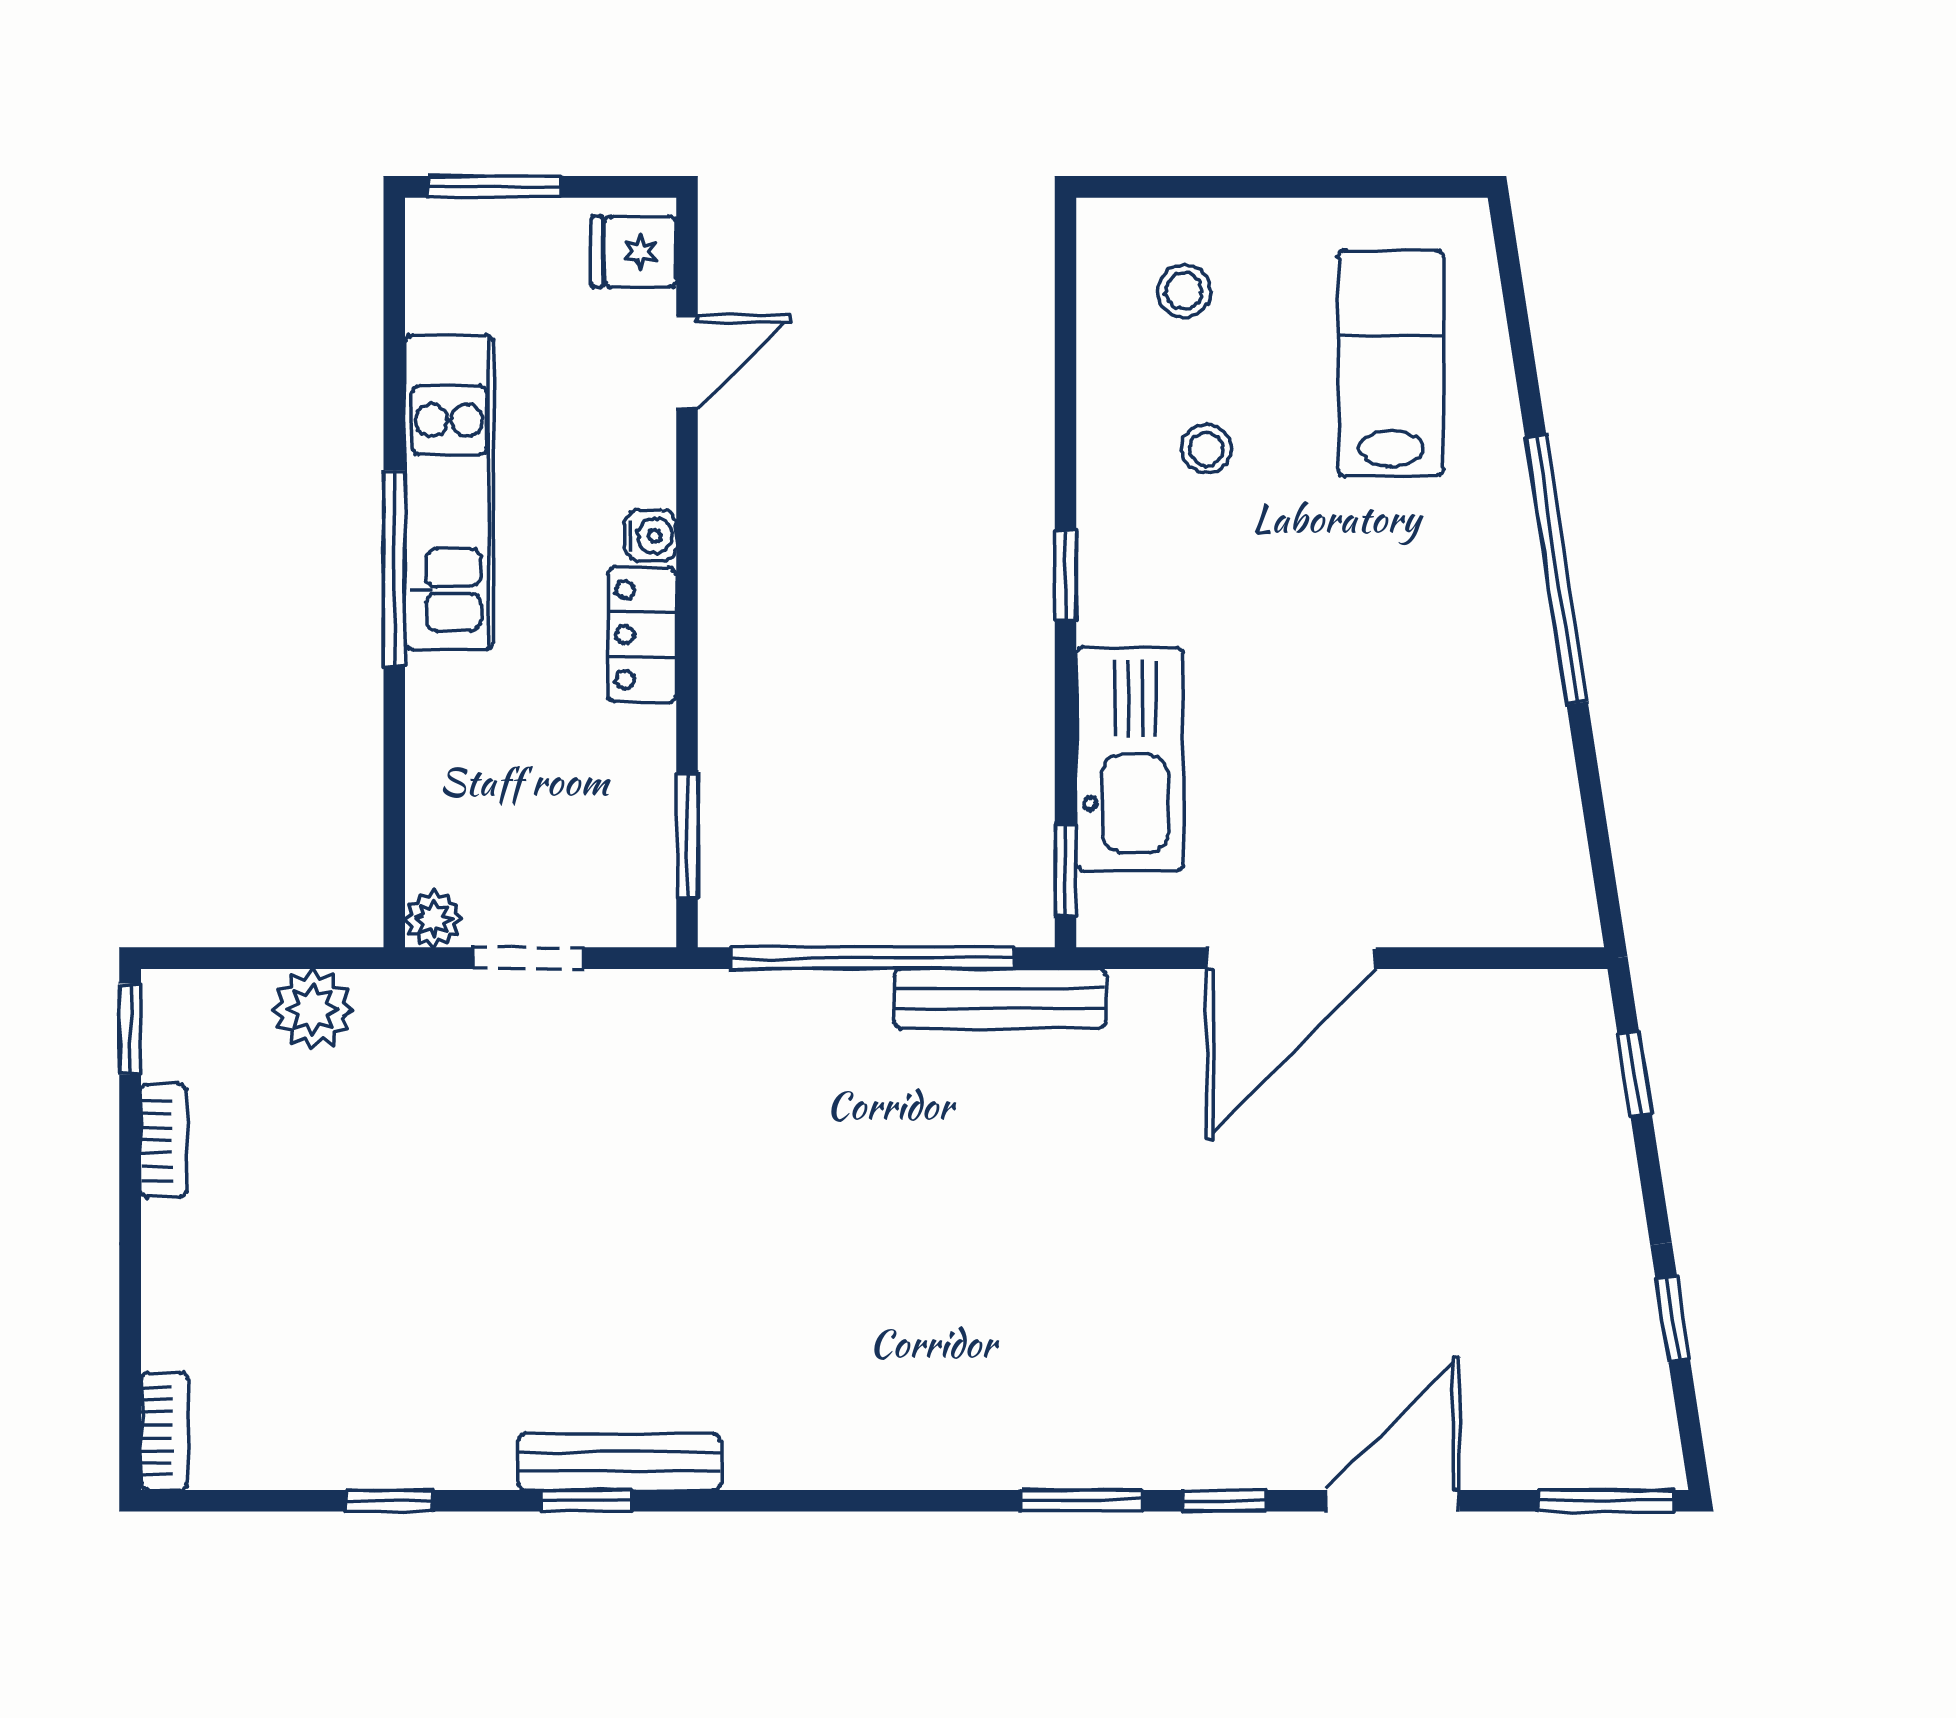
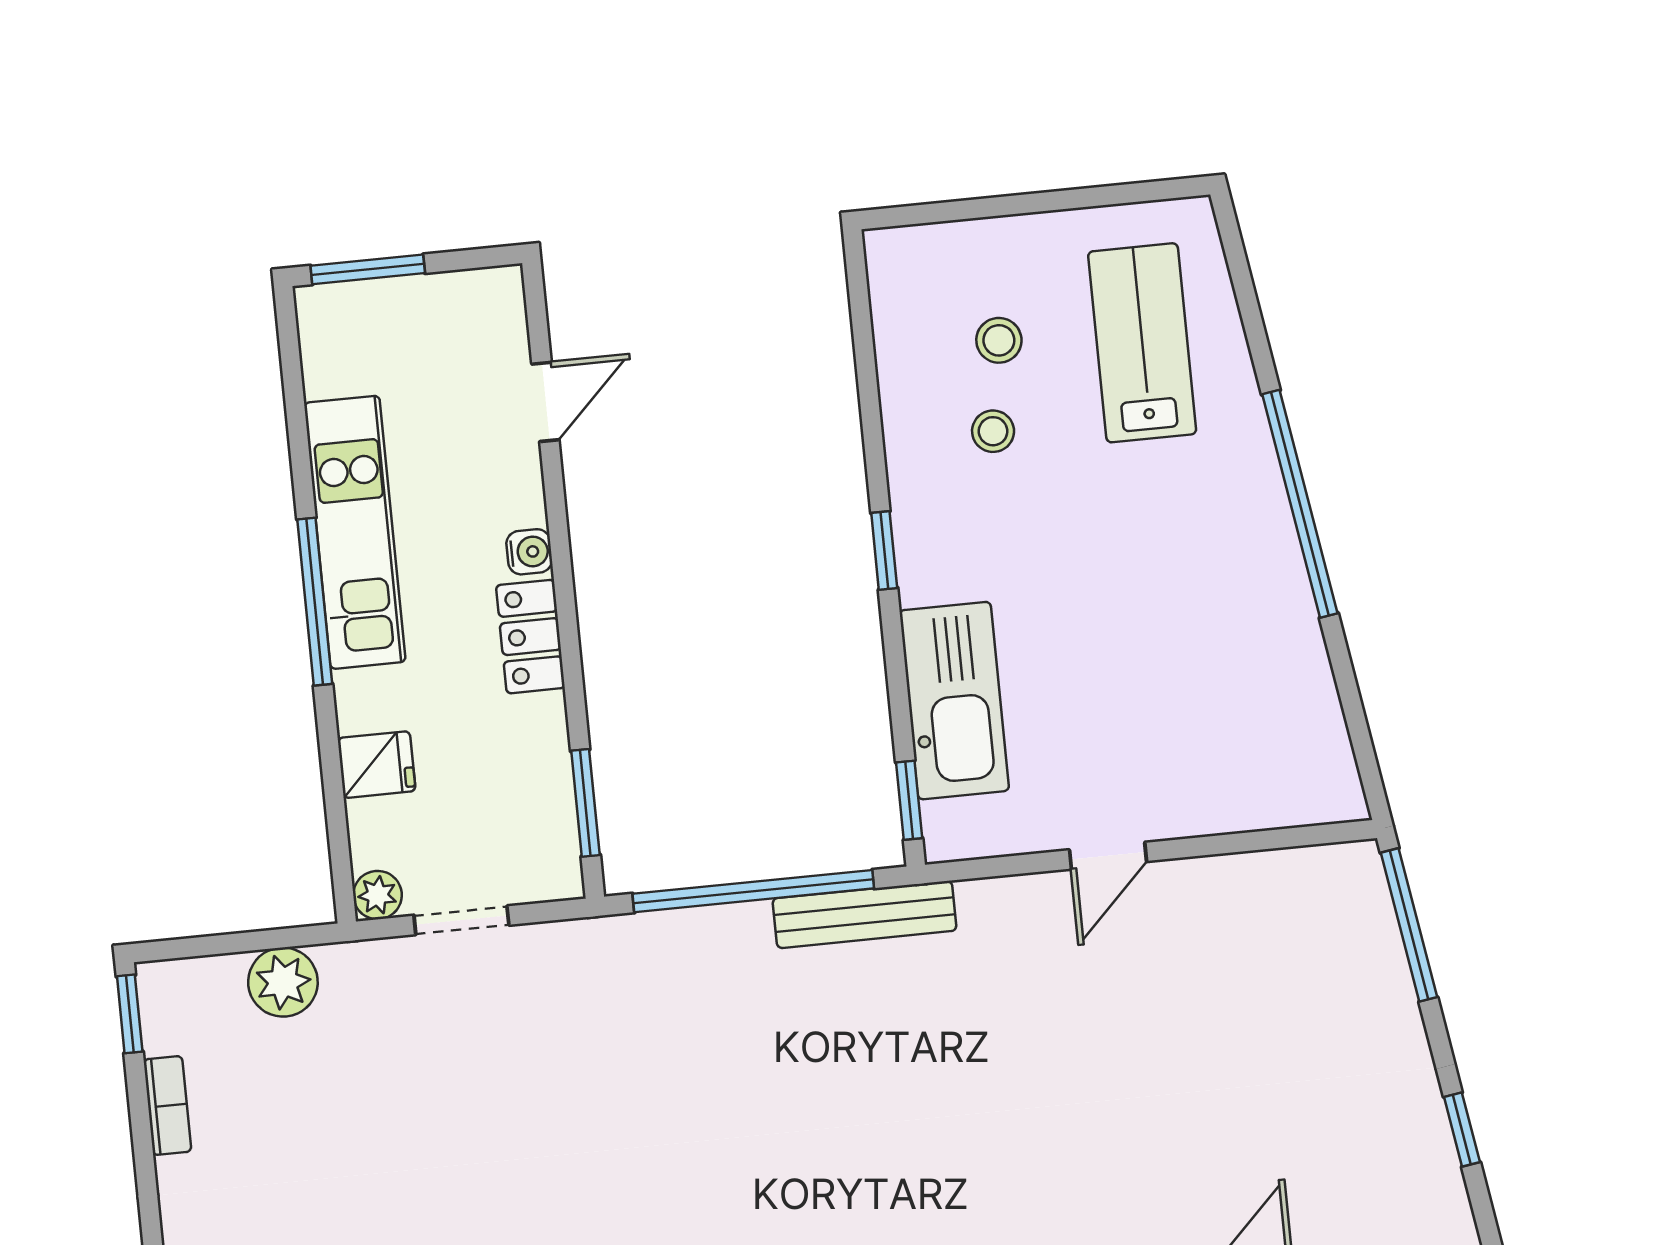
fridge: (634, 252) -> (377, 765), moved, turned 180
stool: (1184, 291) -> (999, 340), moved
door: (1291, 958) -> (1108, 856), width x0.53
window: (1635, 1074) -> (1409, 925), width x2.17

